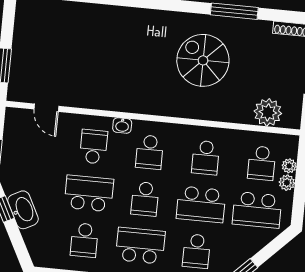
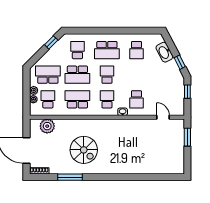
school desk: (206, 158) -> (77, 99), width x1.85
school desk: (89, 193) -> (136, 75), removed
school desk: (201, 204) -> (77, 75), turned 180
washbasin: (23, 210) -> (164, 52), moved
school desk: (84, 240) -> (136, 50), turned 180

